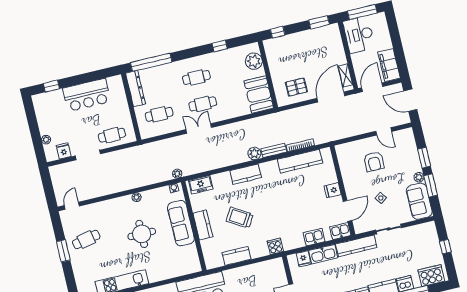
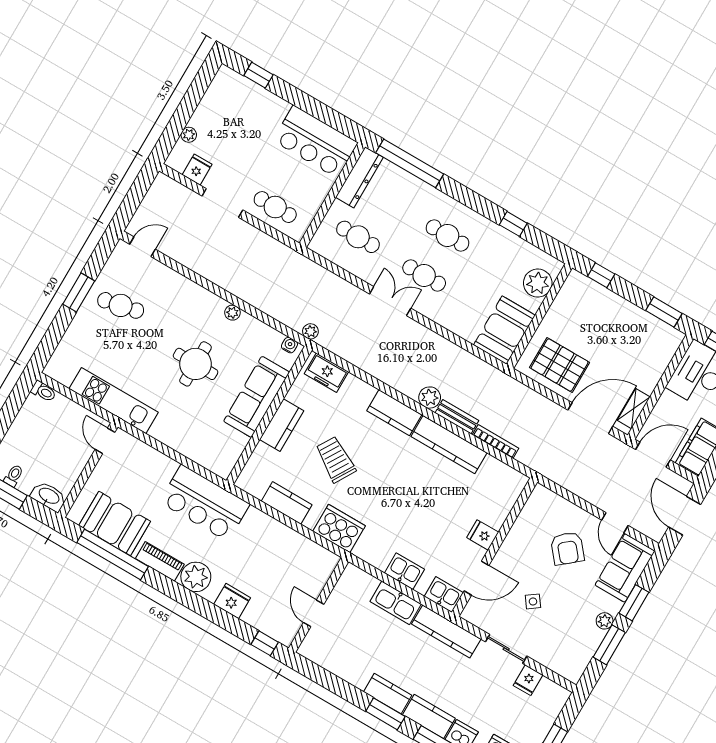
pallet: (296, 87) -> (560, 365), width x1.50, depth x1.42
bar counter: (87, 95) -> (315, 142), moved
kitchen counter: (300, 161) -> (449, 445), moved
armchair: (374, 162) -> (567, 548), turned -40
sofa: (419, 201) -> (625, 568), moved
cooker: (275, 246) -> (339, 529), width x1.87, depth x1.31
fridge: (303, 259) -> (528, 680), moved

